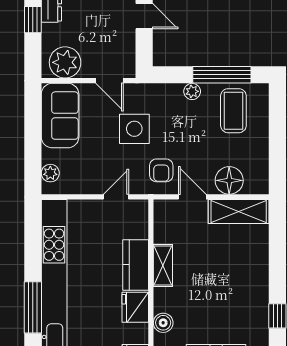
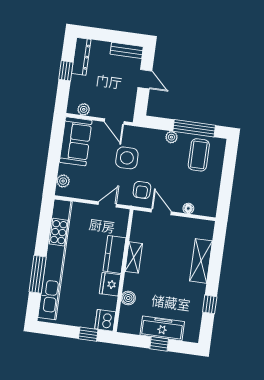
plant: (65, 62) -> (84, 109), width x0.53, depth x0.53
floor lamp: (229, 180) -> (188, 208), width x0.53, depth x0.53
shelving: (239, 212) -> (201, 261), moved, turned 90

